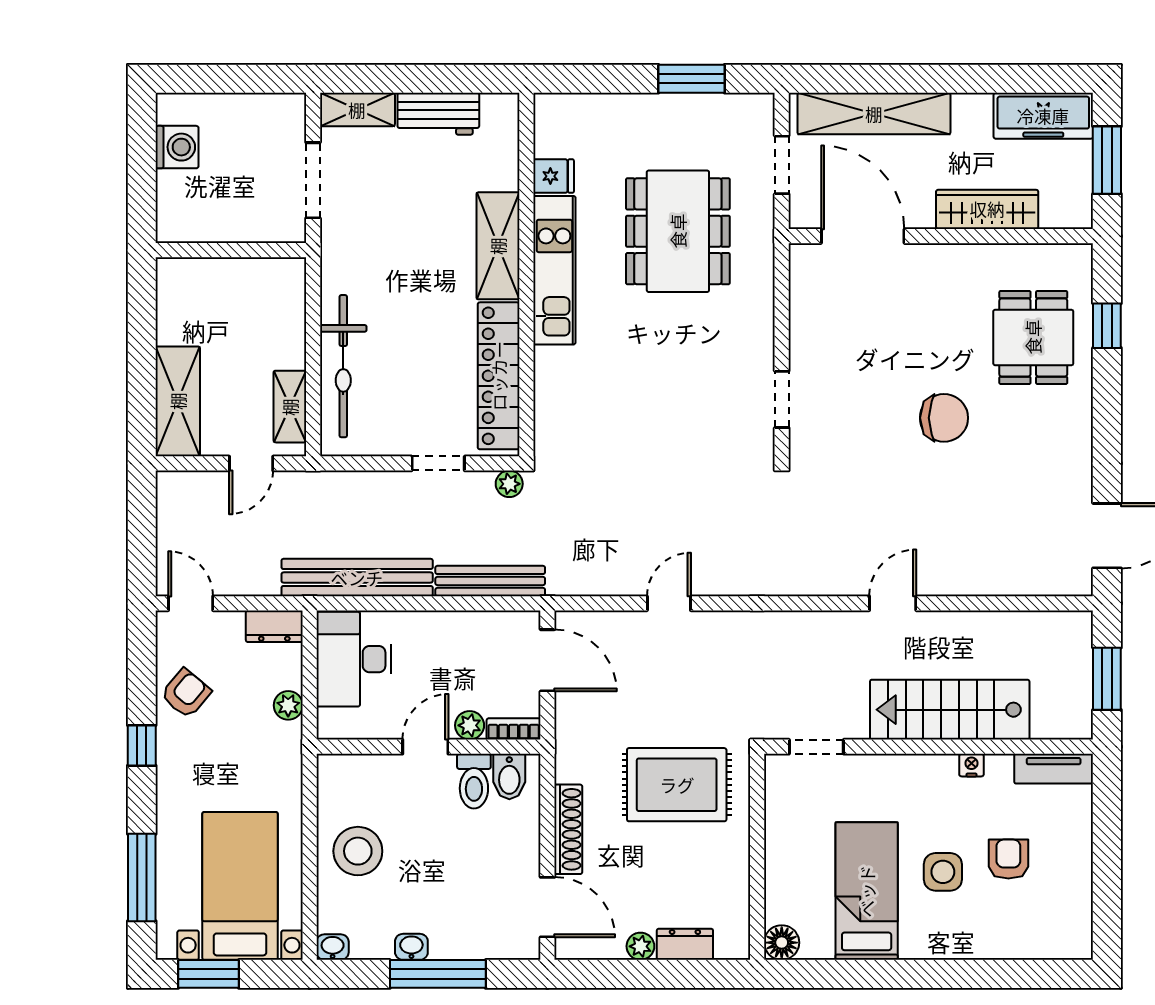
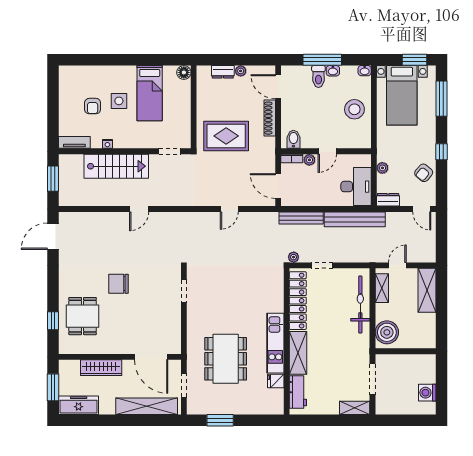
workbench: (438, 114) -> (298, 392), moved, turned 90
boiler: (277, 297) -> (387, 332), added
toilet: (474, 781) -> (318, 77), moved, turned 180

